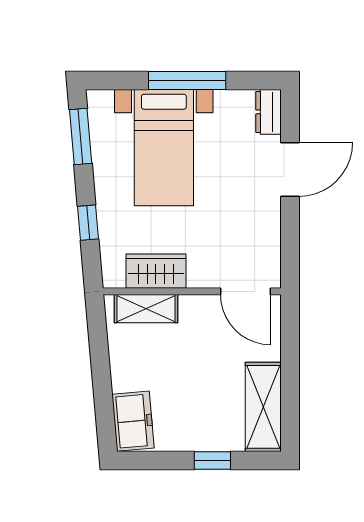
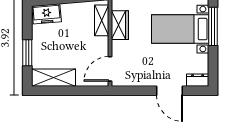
window: (187, 81) -> (213, 26), moved
window: (212, 461) -> (27, 53), width x1.50

